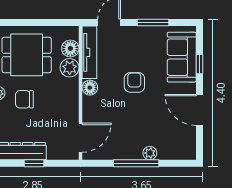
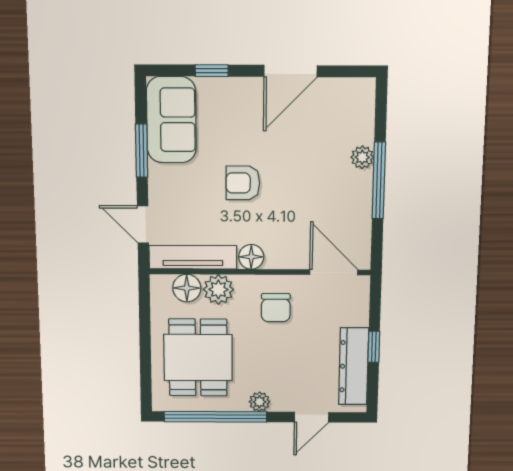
sofa: (182, 57) -> (171, 120), moved, turned -90
chair: (24, 99) -> (276, 308), moved

